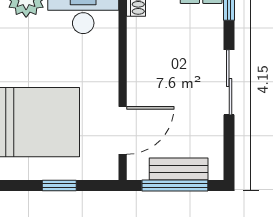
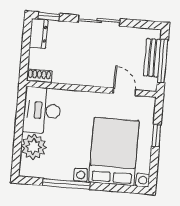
door: (123, 130) -> (124, 92), width x0.73

